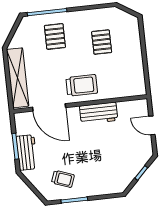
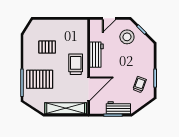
pallet: (55, 36) -> (40, 79), width x1.50, depth x1.42
stool: (128, 154) -> (127, 37), added

